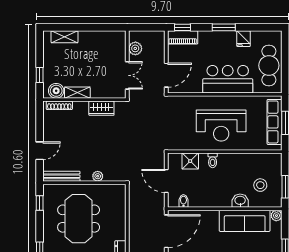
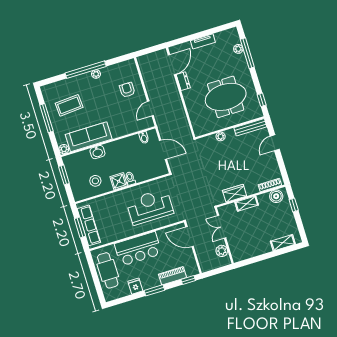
piano: (183, 37) -> (173, 276), moved
door: (166, 75) -> (190, 237), hinge flipped
shelving: (77, 93) -> (247, 204), moved
reception desk: (221, 126) -> (150, 207), moved
shower: (190, 161) -> (119, 181), moved
stool: (260, 185) -> (95, 181), moved
meeting table: (79, 219) -> (226, 97), turned 90
door: (166, 231) -> (150, 109), width x0.53

